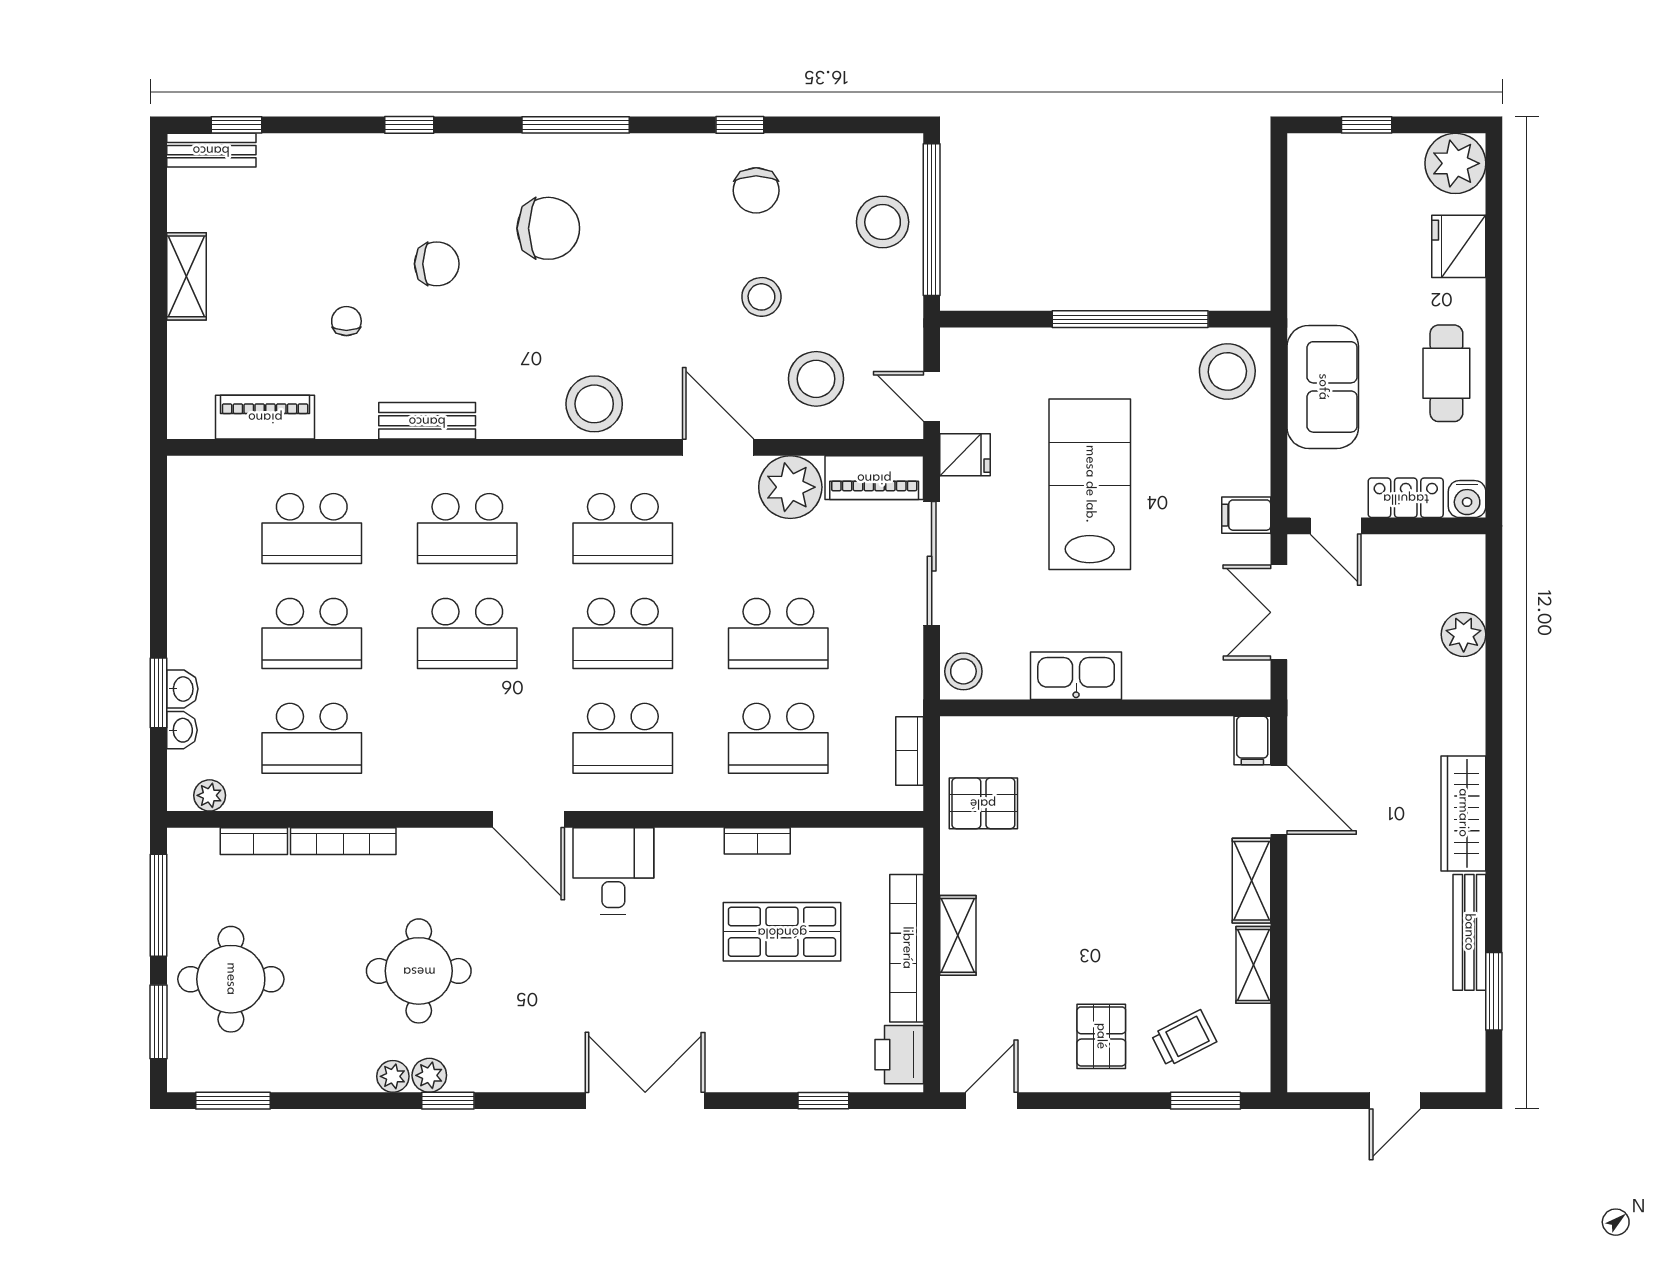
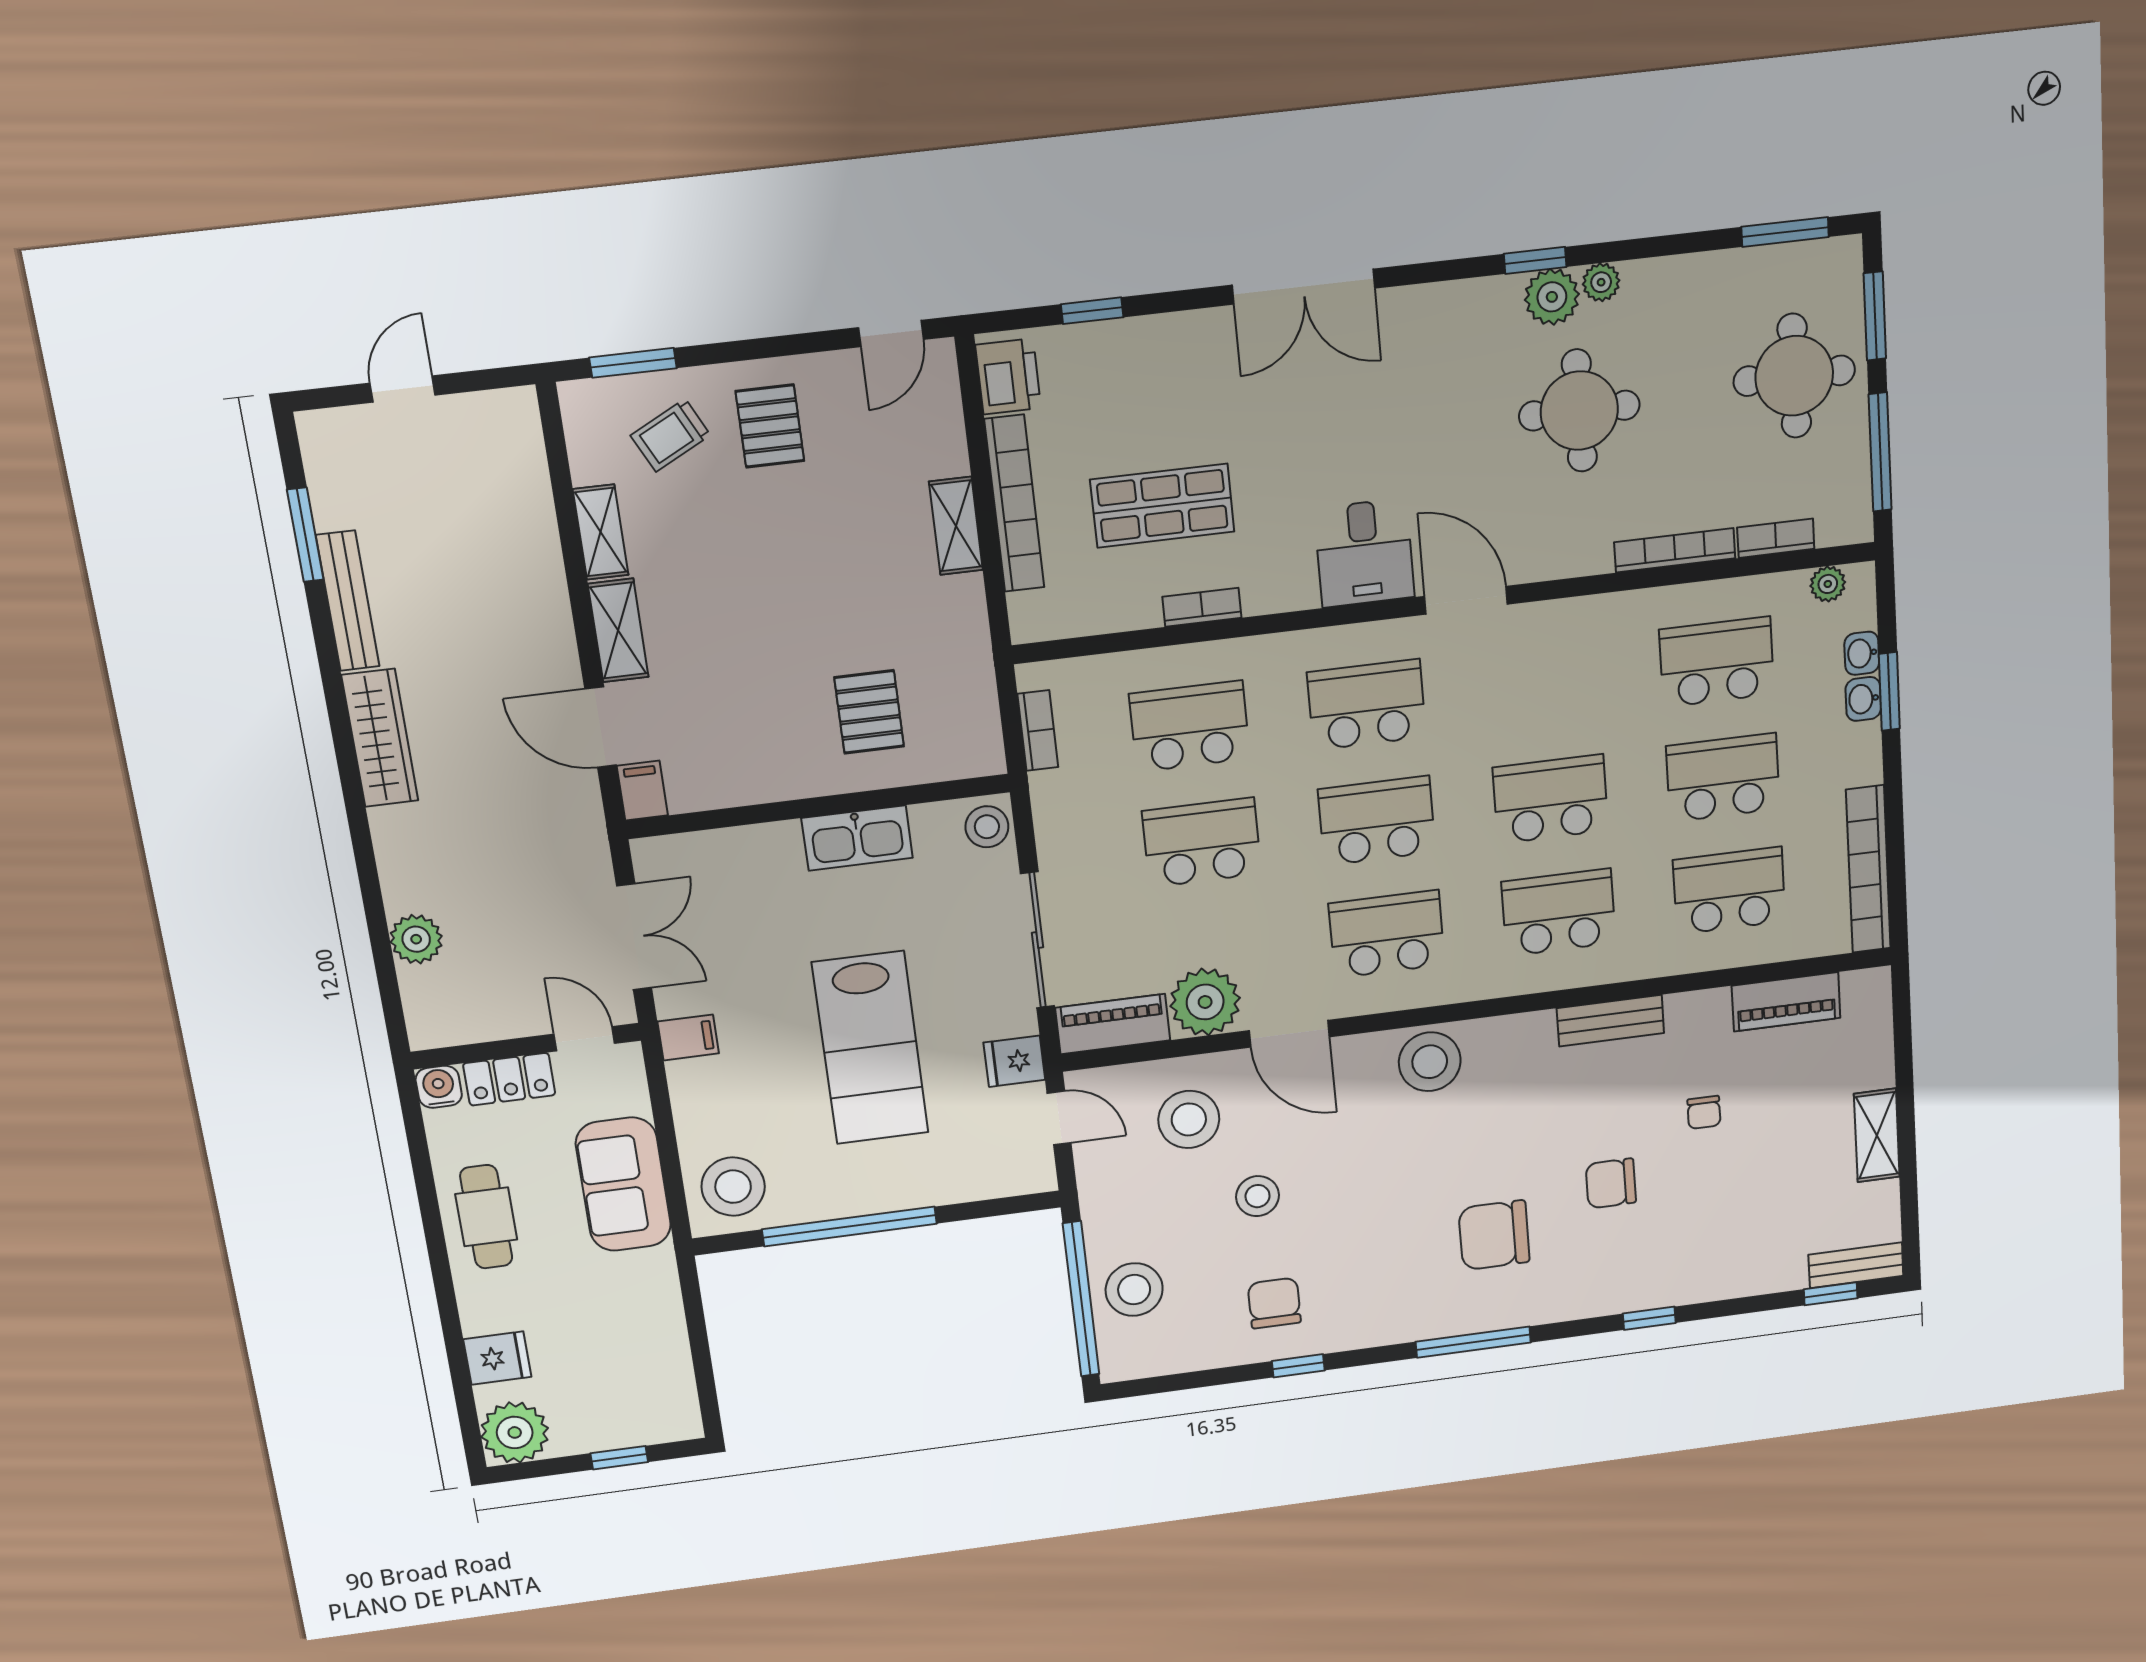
fridge: (1459, 246) -> (497, 1358), width x0.72
bookcase: (184, 532) -> (1868, 869), added
pallet: (983, 803) -> (869, 712), moved, turned 90
plant: (429, 1075) -> (1552, 297), width x1.38, depth x1.38

